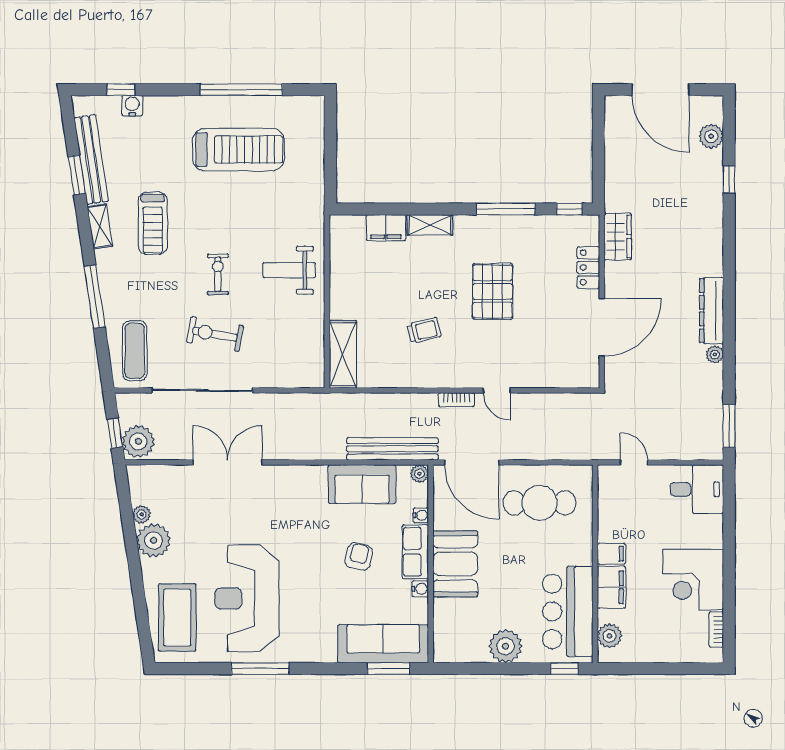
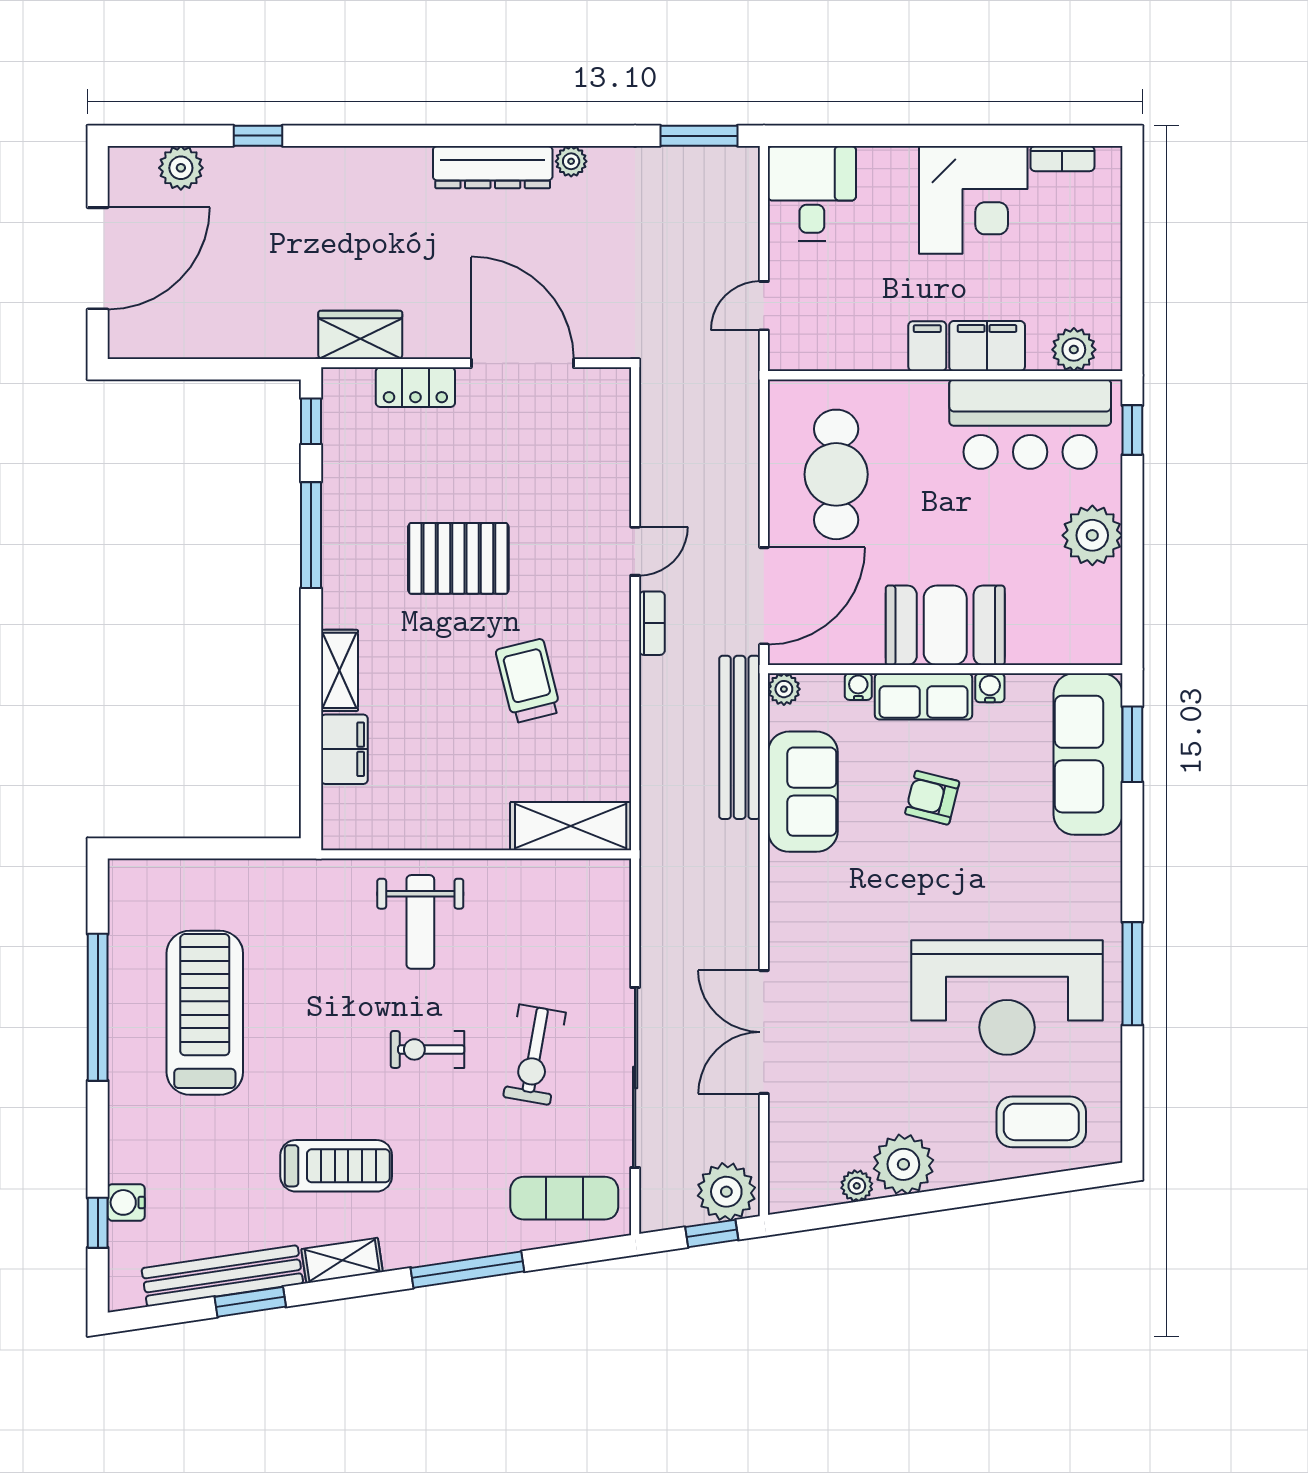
trolley: (424, 331) -> (528, 681), width x1.36, depth x1.39
coffee table: (177, 618) -> (1041, 1122), width x0.73, depth x0.76

